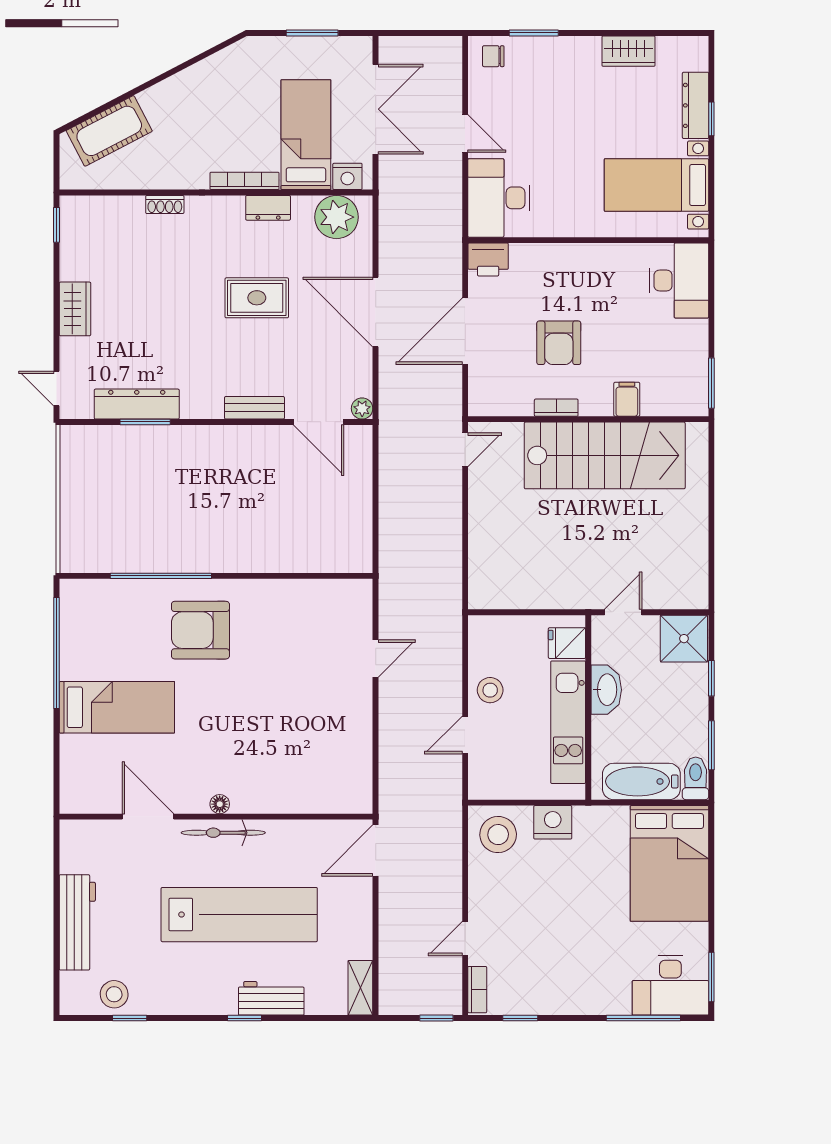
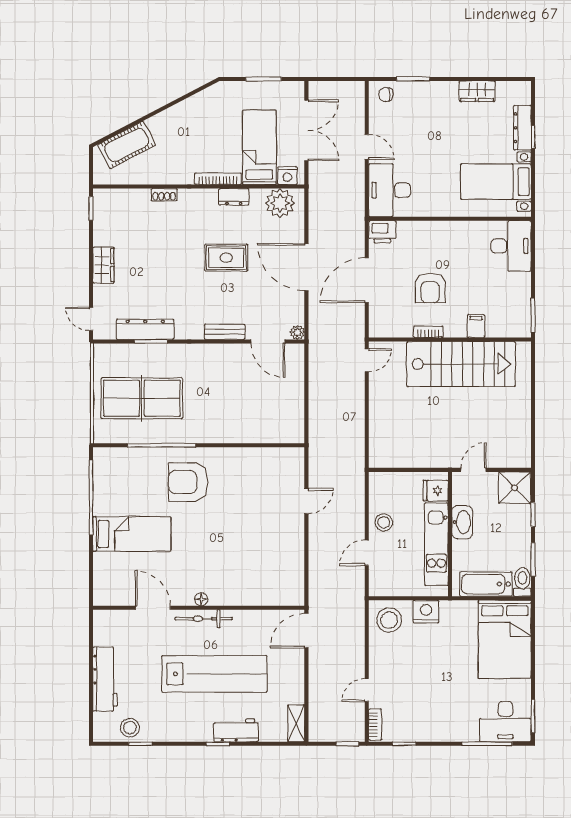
table tennis table: (132, 506) -> (142, 398), added

